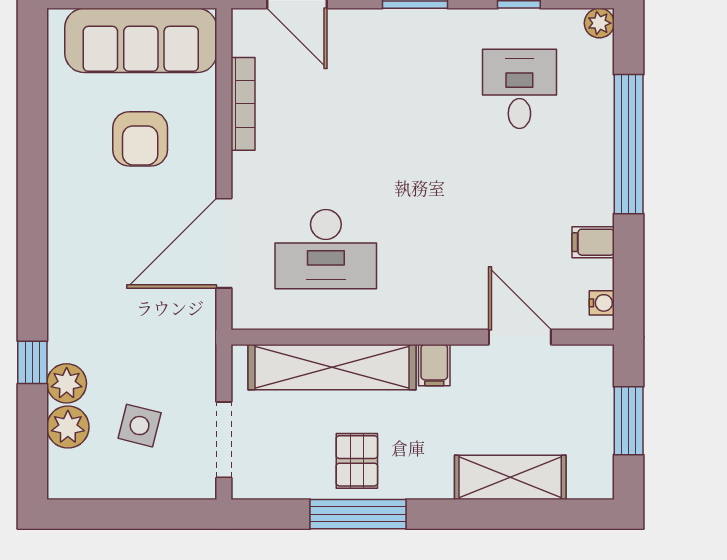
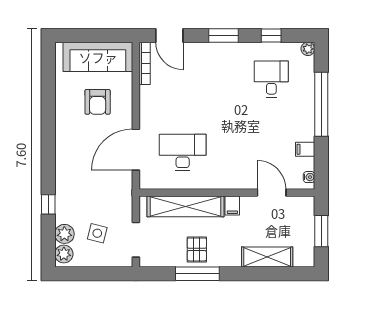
bookcase: (243, 104) -> (145, 63), moved
desk: (326, 249) -> (183, 152), turned 180
plant: (67, 383) -> (64, 254), moved

